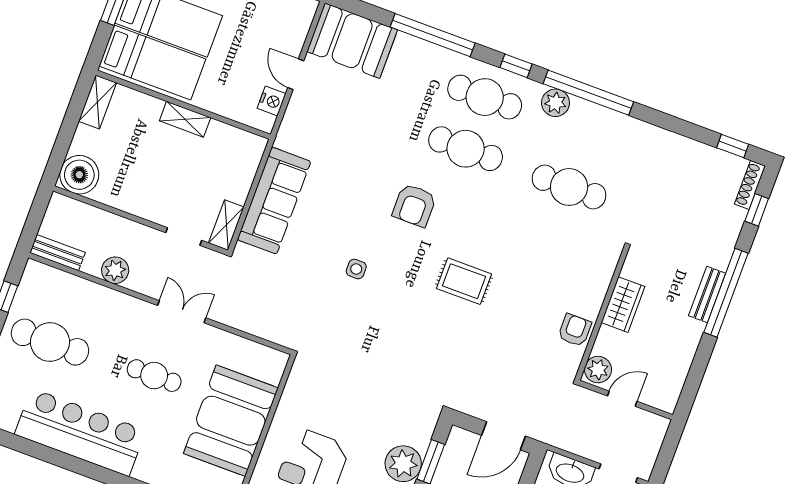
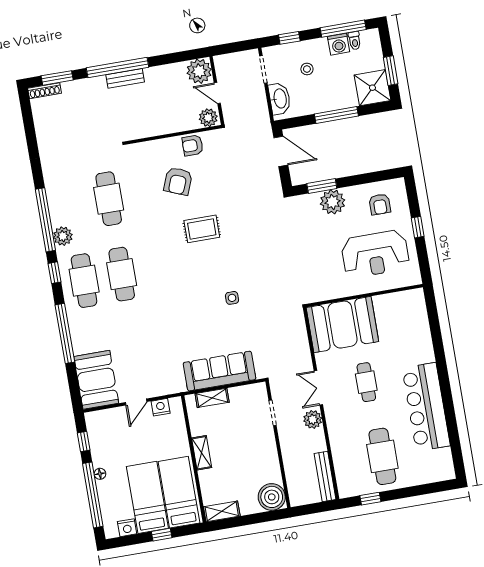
window: (733, 146) -> (27, 115), removed
armchair: (414, 205) -> (178, 181), moved, turned 112
window: (757, 210) -> (57, 78), width x1.50
shelving: (226, 225) -> (212, 398), moved
bench: (58, 253) -> (325, 476), width x1.36
plant: (115, 270) -> (313, 419), moved
rug: (464, 281) -> (202, 229), turned 90
wardrobe: (623, 305) -> (160, 125), removed
plant: (663, 392) -> (199, 71), added
booth: (231, 421) -> (342, 325), moved

